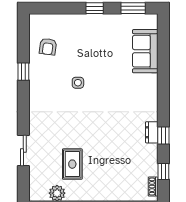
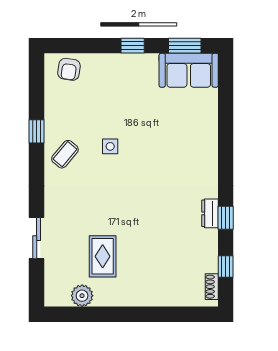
armchair: (48, 47) -> (69, 69), moved
sofa: (145, 51) -> (189, 70), moved, turned -90
coffee table: (44, 88) -> (65, 154), added

